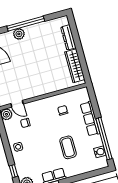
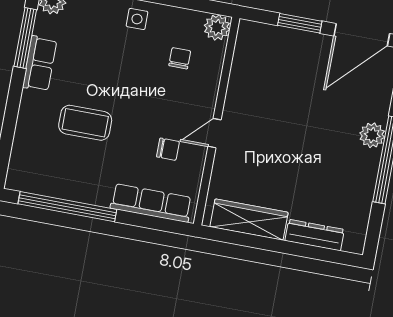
door: (17, 104) -> (214, 133), moved
row of seats: (90, 119) -> (151, 203), moved
water cooler: (100, 152) -> (44, 184), removed

